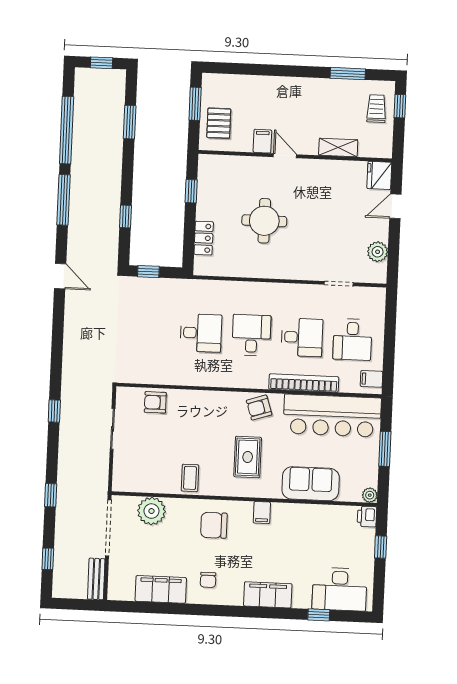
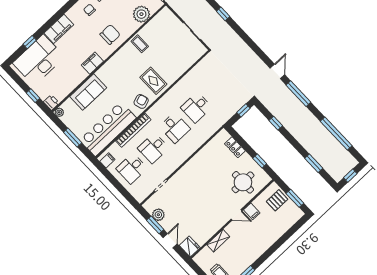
pallet: (219, 123) -> (277, 200), turned 90
window: (63, 200) -> (298, 94), moved
round table: (264, 221) -> (243, 182), moved
window: (394, 244) -> (155, 225), added
door: (60, 276) -> (277, 71), swing flipped
desk: (352, 339) -> (132, 168), turned -90
armchair: (155, 402) -> (186, 60), removed
rug: (248, 457) -> (153, 81), moved
filing cabinet: (262, 513) -> (92, 63), width x2.00
desk: (340, 589) -> (39, 60), width x1.36, depth x1.30

